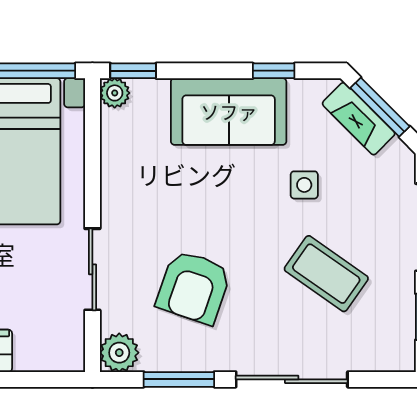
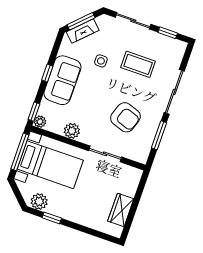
window: (274, 71) -> (47, 73), moved
coffee table: (326, 274) -> (138, 64), turned 55
plant: (119, 353) -> (72, 131), moved

